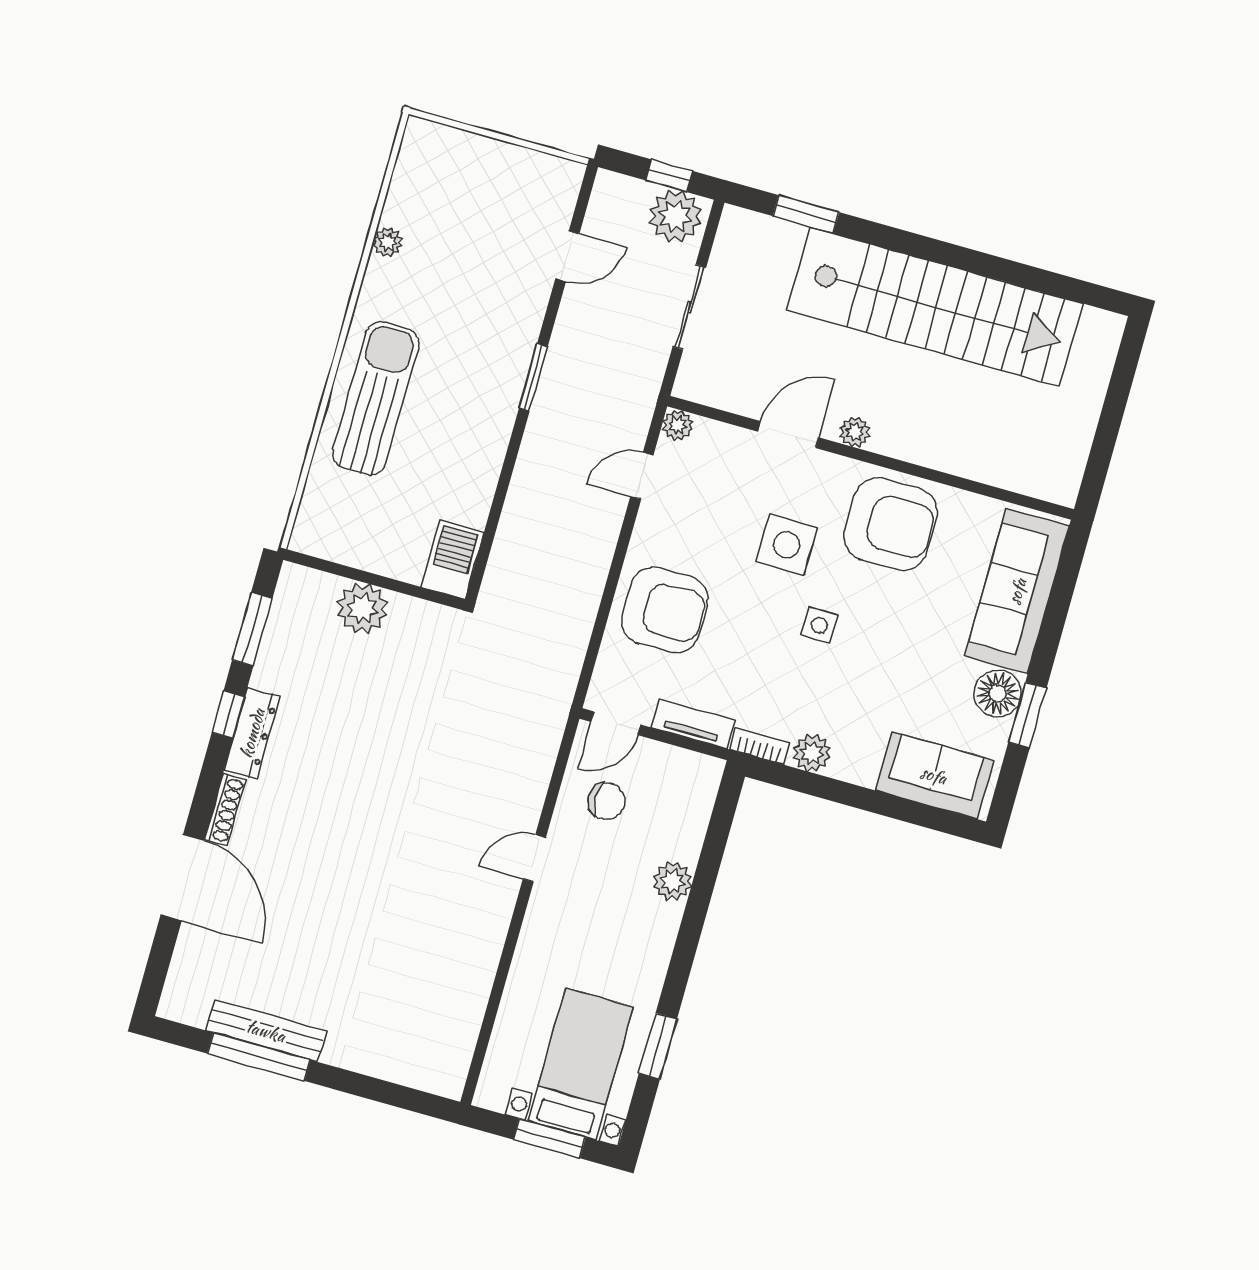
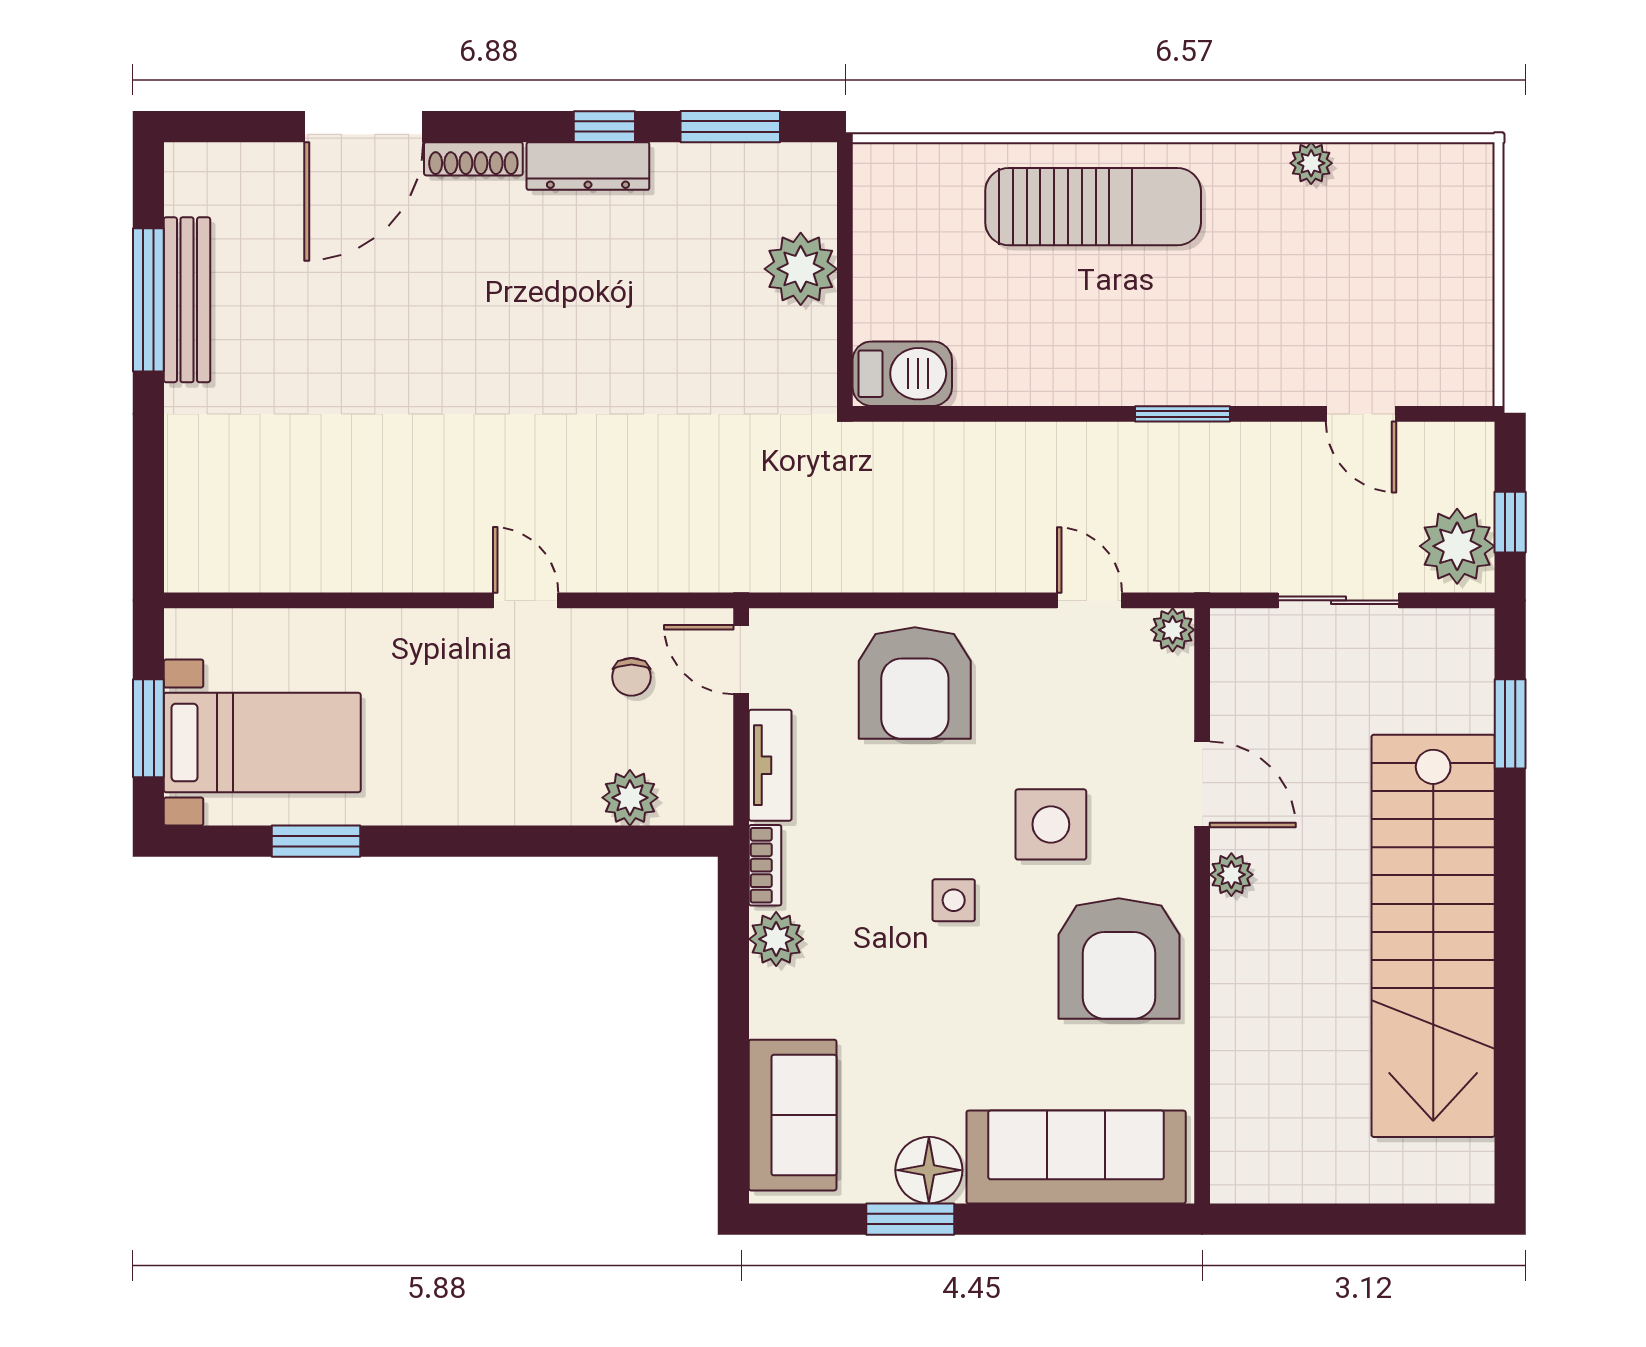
chair: (607, 801) -> (631, 677), width x0.73, depth x0.73
plant: (672, 881) -> (630, 798), moved

